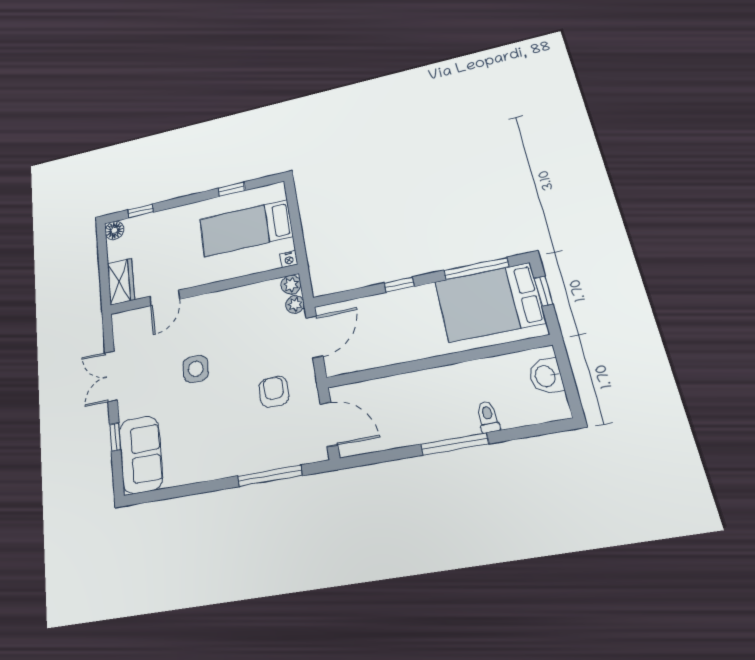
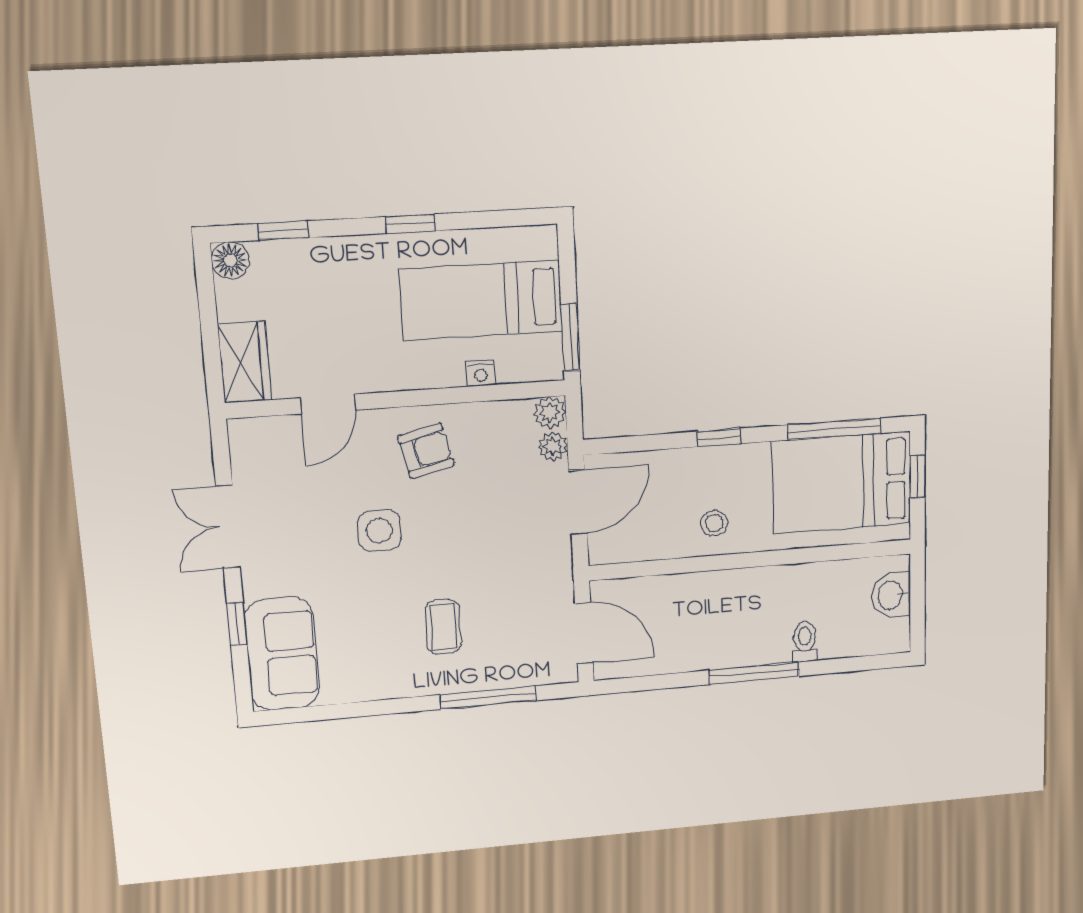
window: (232, 189) -> (410, 224), moved
window: (299, 240) -> (570, 338), added
nightstand: (289, 259) -> (481, 373), moved
stool: (406, 340) -> (714, 523), added
armchair: (274, 392) -> (426, 451), moved, turned 76
coffee table: (237, 428) -> (443, 627), added

